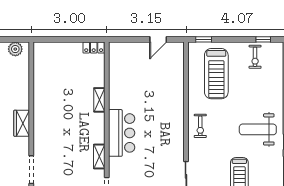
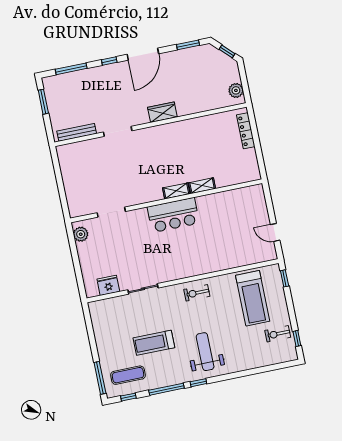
locker: (94, 48) -> (246, 131), moved, width x1.53
treadmill: (216, 74) -> (253, 298), turned -90
shelving: (99, 157) -> (176, 191), moved

